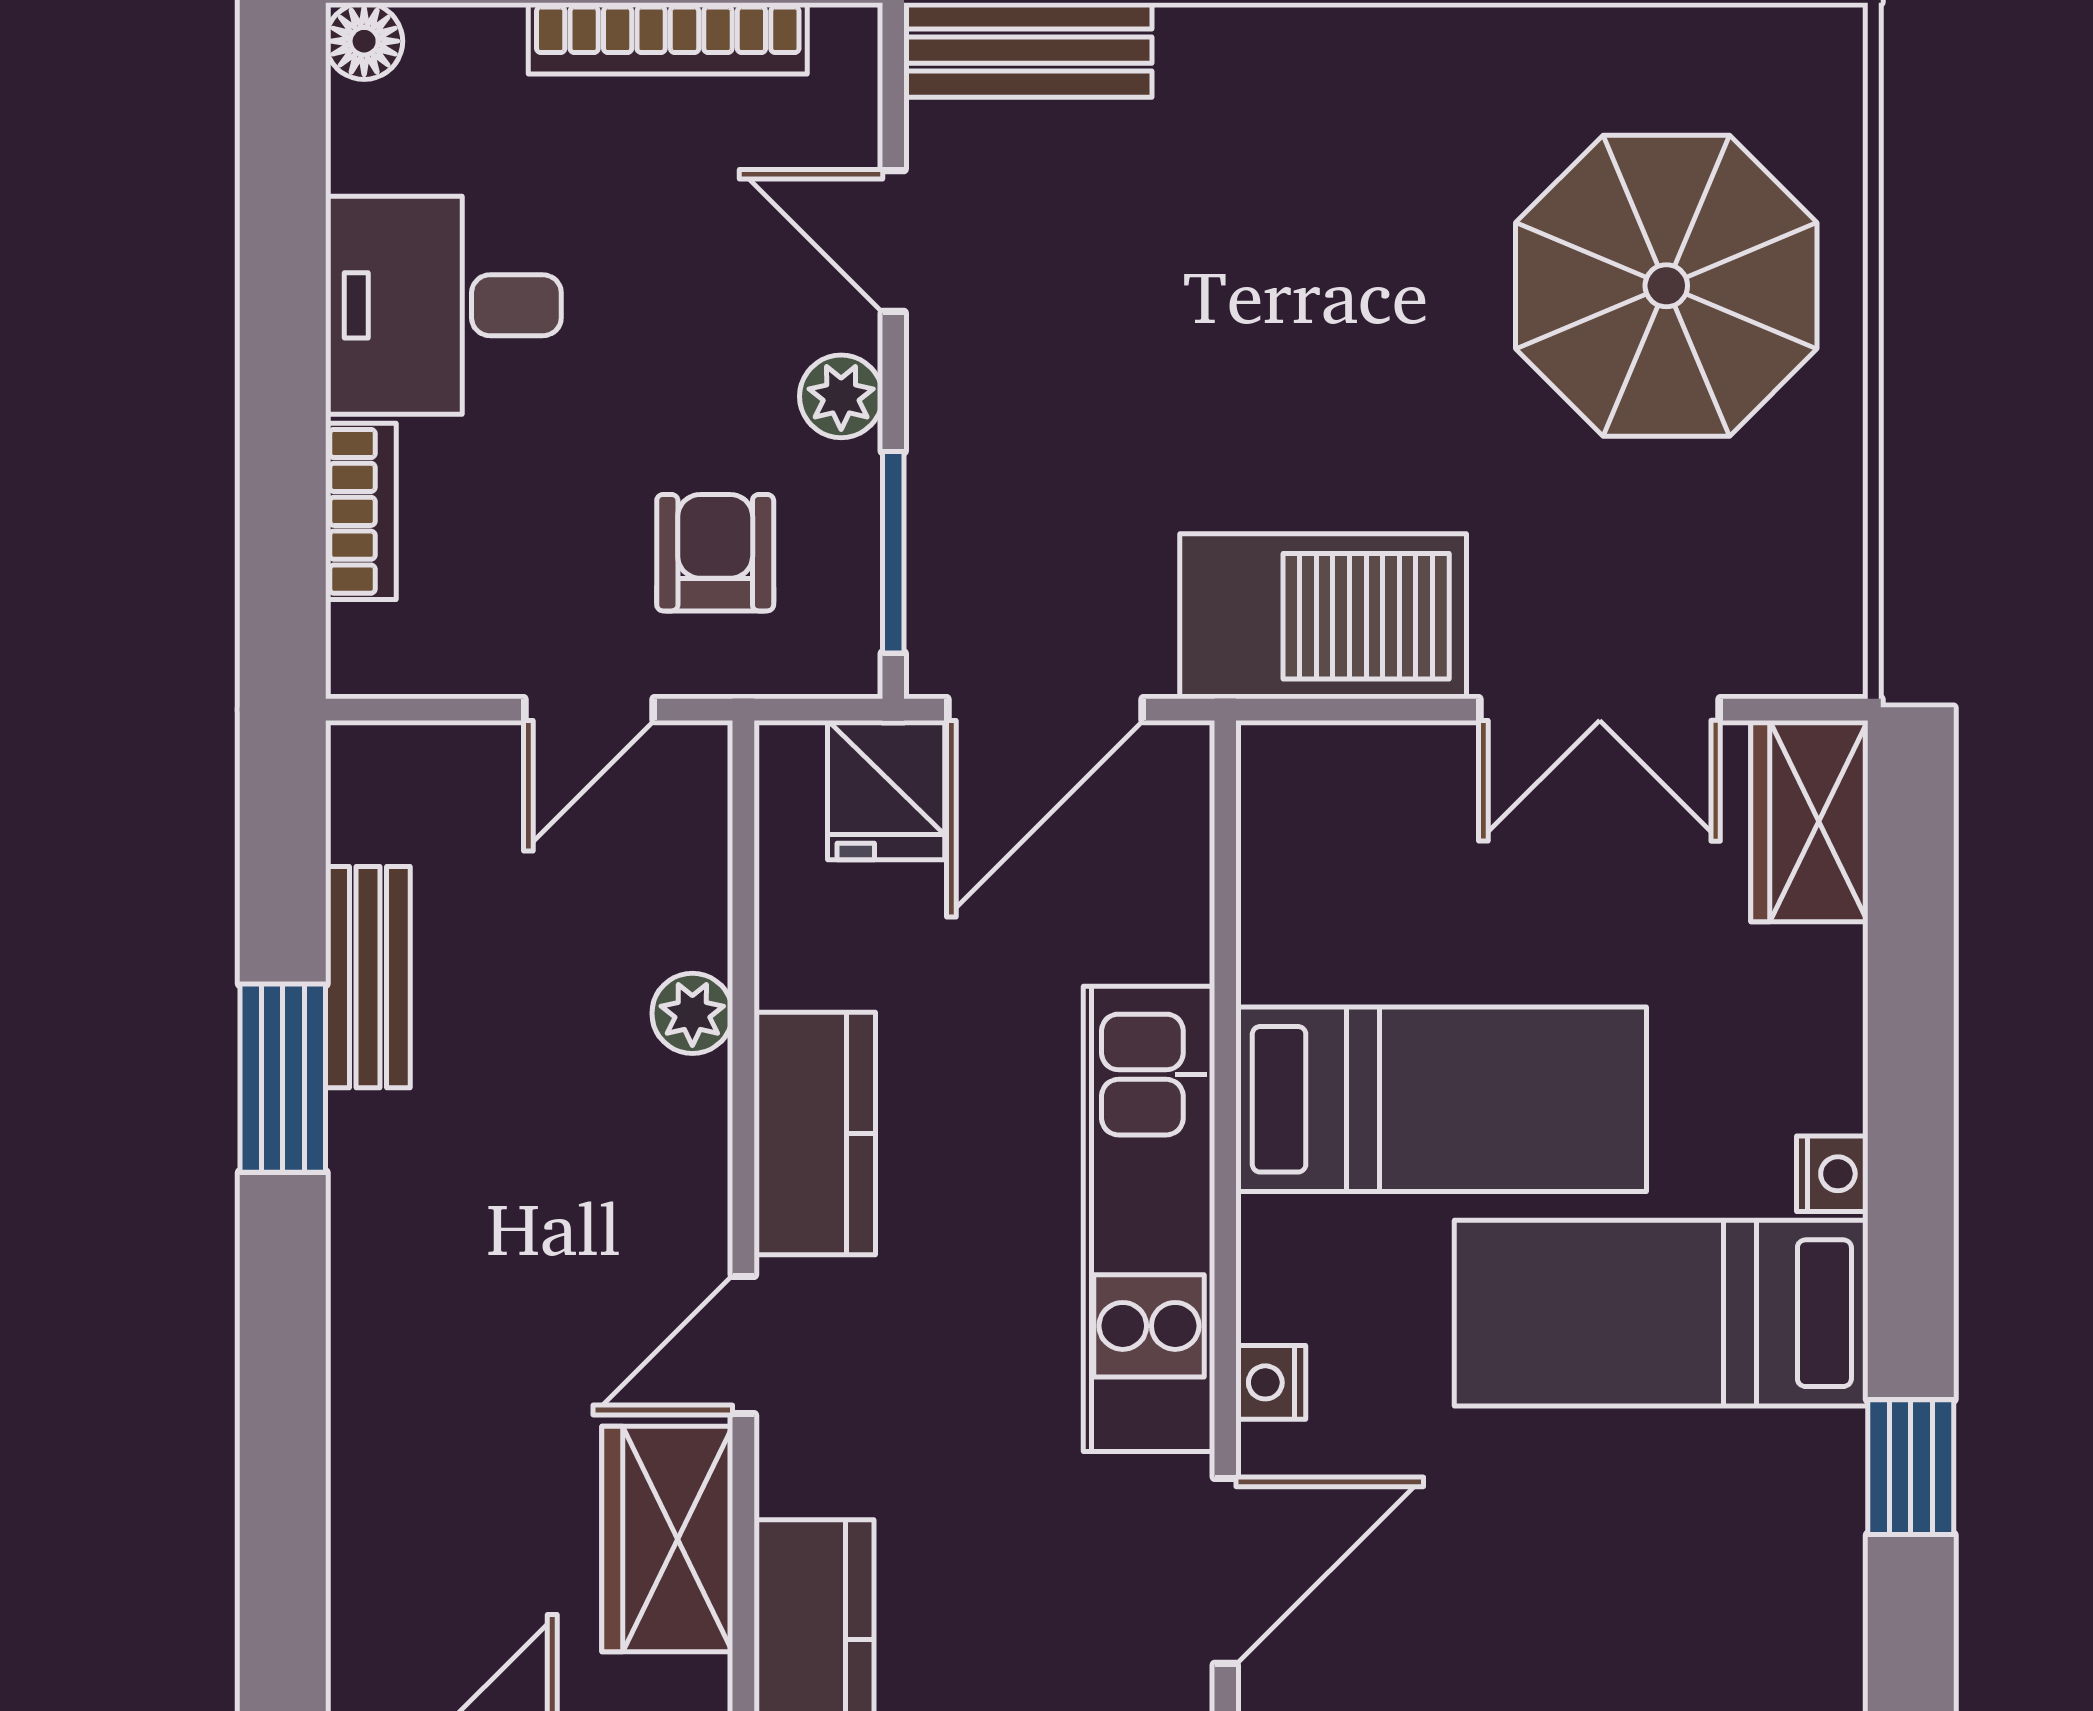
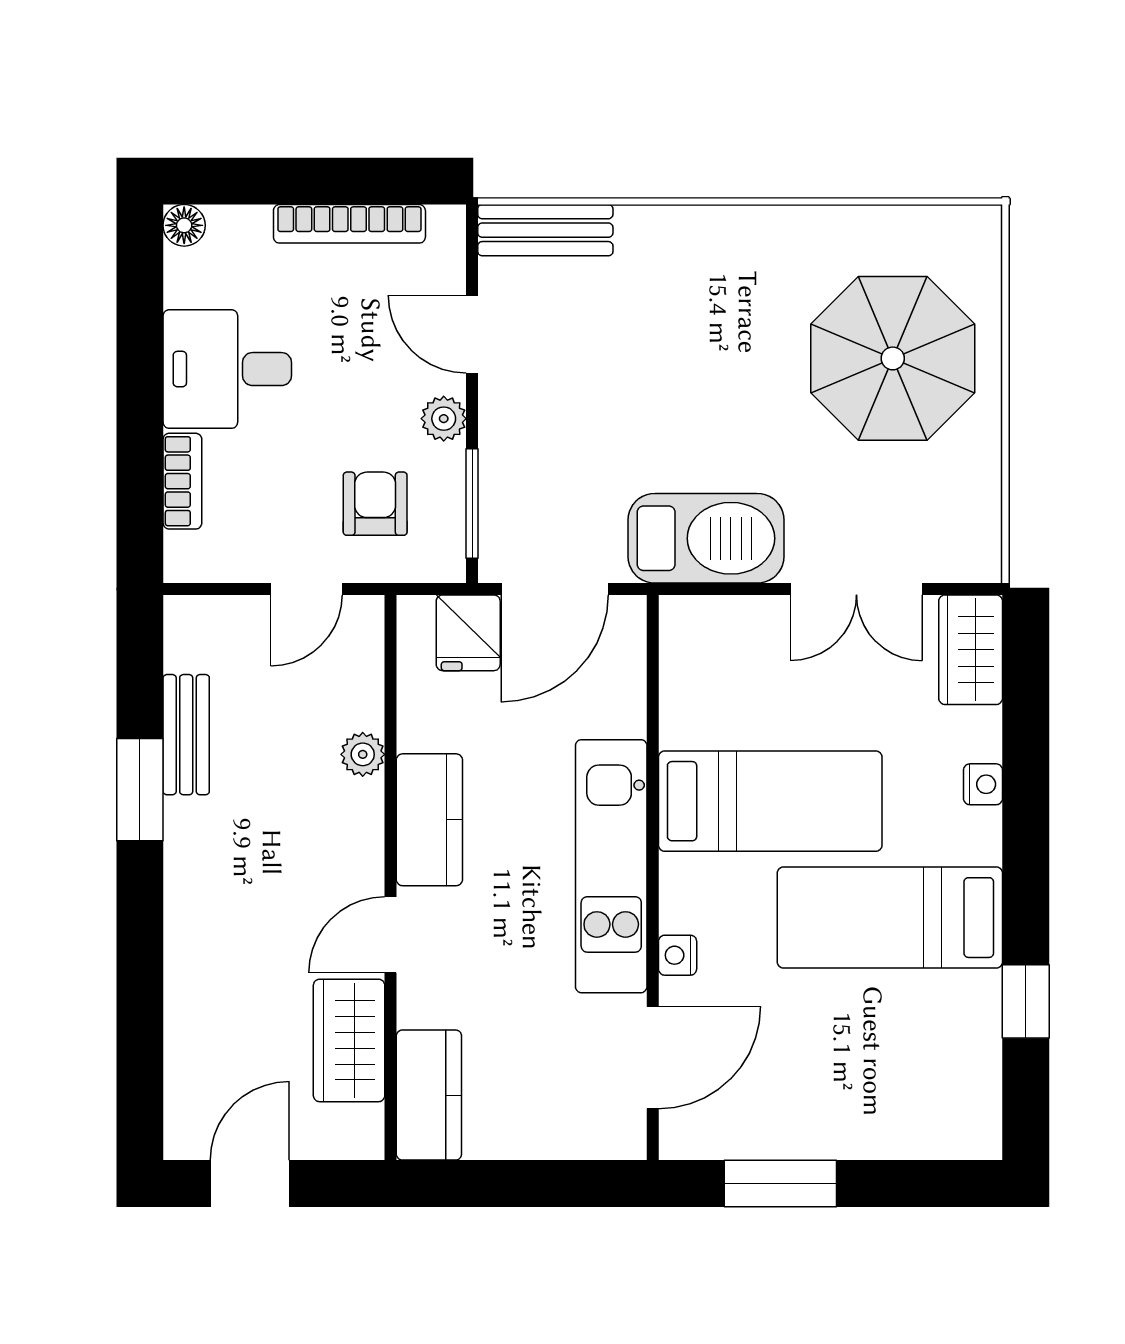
nightstand: (1832, 1174) -> (983, 784), moved

